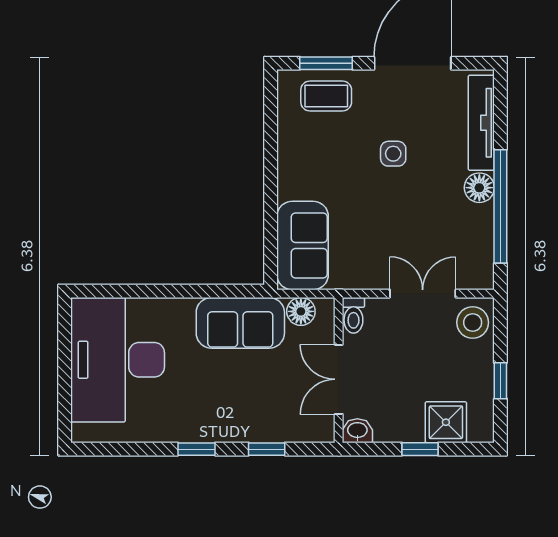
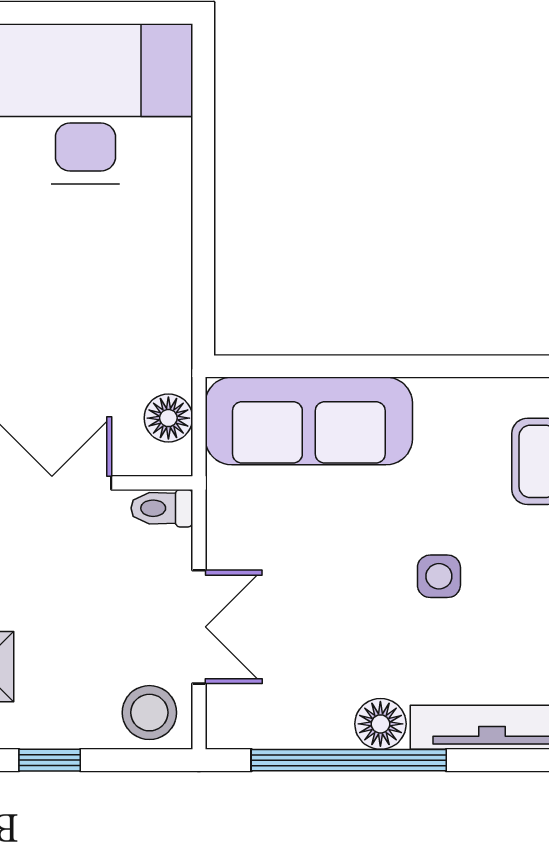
sofa: (303, 246) -> (309, 421), width x1.36
sofa: (240, 323) -> (149, 314), removed

